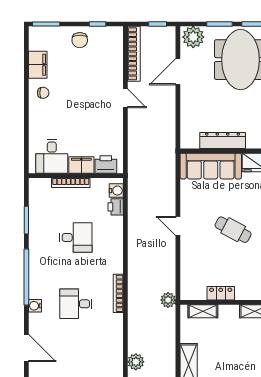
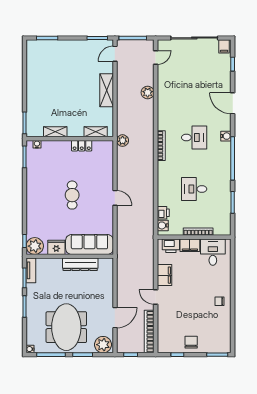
filing cabinet: (38, 65) -> (164, 275), moved, turned 180
cafe table: (233, 230) -> (72, 195), turned 62

